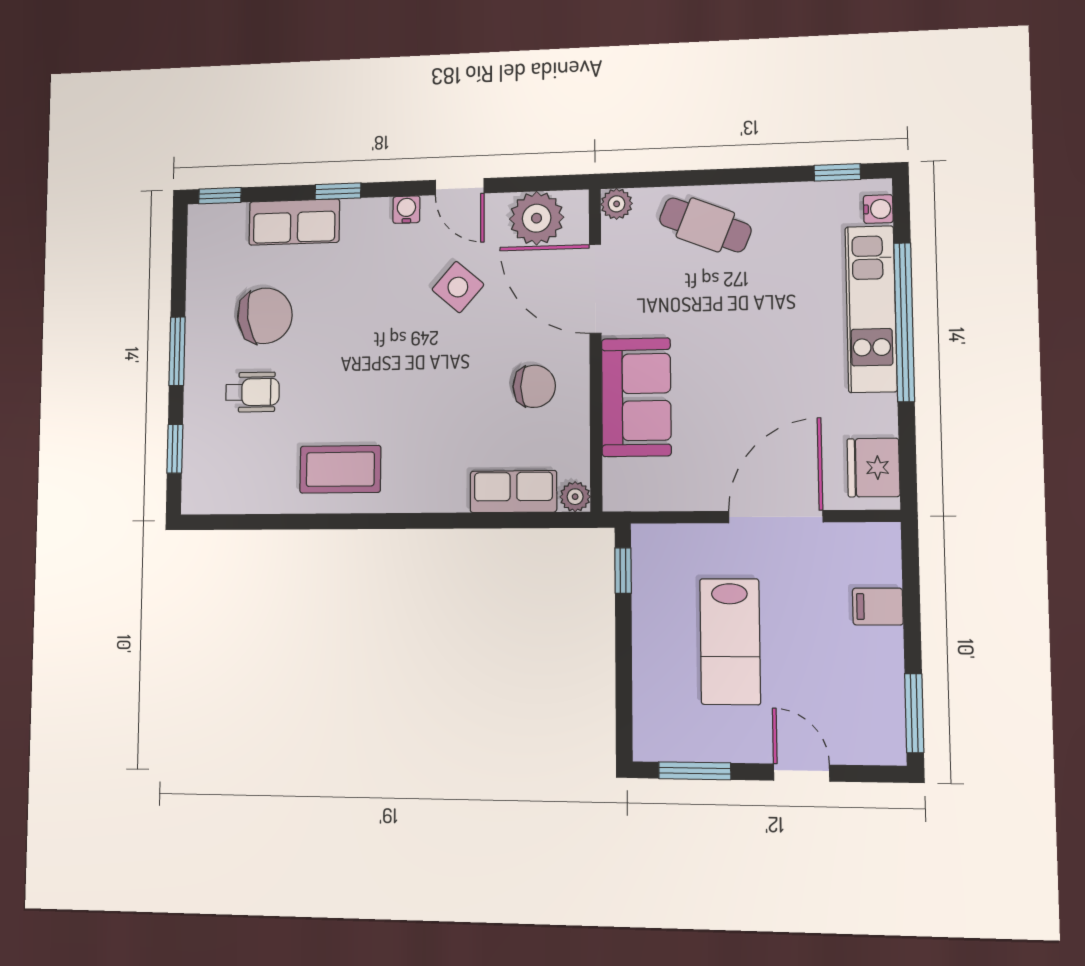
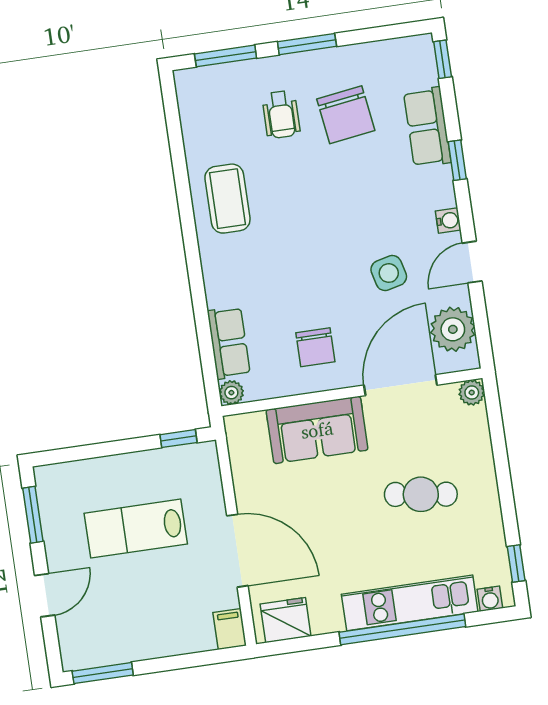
cafe table: (705, 225) -> (421, 494), moved, turned 76
side table: (458, 287) -> (389, 273), turned 35
window: (175, 449) -> (226, 56), width x1.50
filing cabinet: (878, 607) -> (230, 629), moved

